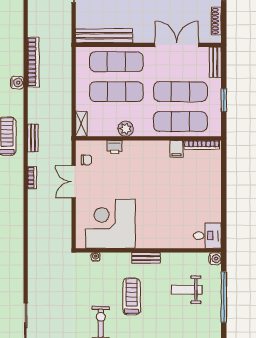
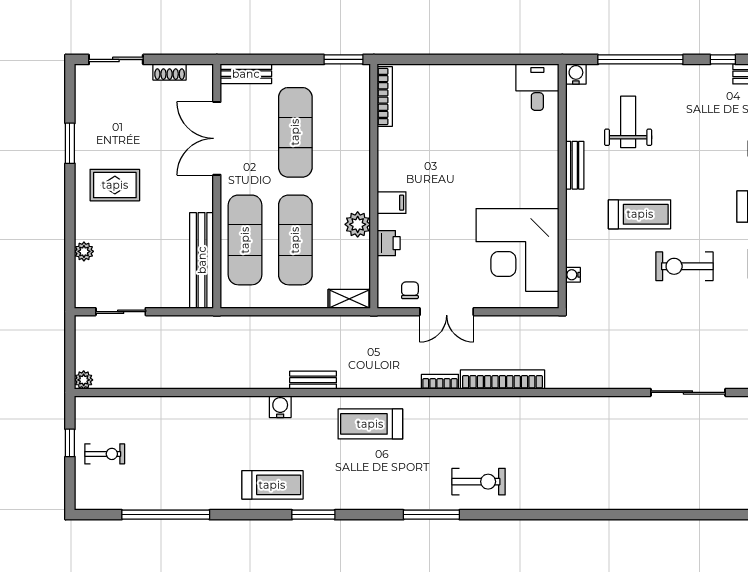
shoe rack: (216, 21) -> (170, 72), width x0.70
bookcase: (33, 62) -> (502, 380), moved
window: (224, 100) -> (344, 59), moved
exercise mat: (180, 122) -> (346, 132), removed
bench: (33, 138) -> (313, 380), moved
filing cabinet: (176, 149) -> (392, 203), moved
bench: (146, 258) -> (575, 165), moved
weight bench: (187, 290) -> (628, 122), turned 180
treadmill: (132, 296) -> (640, 214), turned 180

